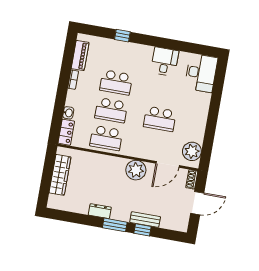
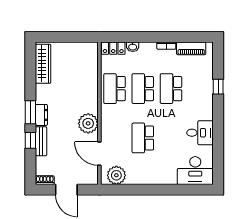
wardrobe: (60, 175) -> (43, 64), moved, turned -90
shoe rack: (192, 179) -> (45, 180), moved
dresser: (100, 211) -> (41, 115), moved

